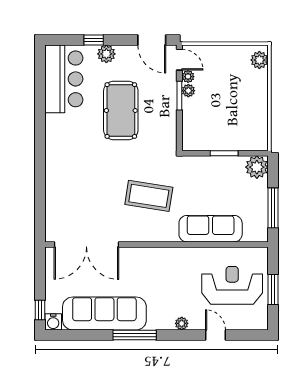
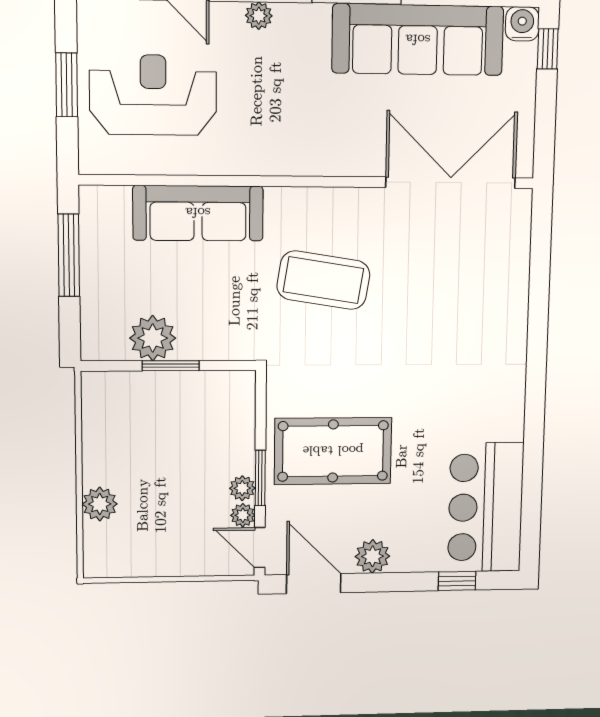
window: (94, 40) -> (457, 581), moved
plant: (106, 54) -> (373, 556), moved
plant: (259, 60) -> (100, 504), moved
pool table: (121, 111) -> (333, 451), moved, turned 90
plant: (257, 167) -> (153, 338), moved
reception desk: (232, 285) -> (153, 95), turned 180

